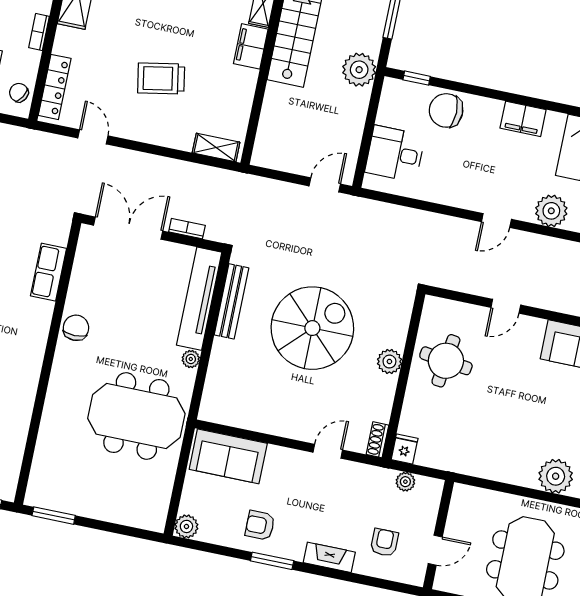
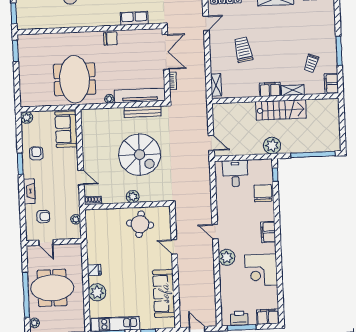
fridge: (405, 449) -> (94, 270), moved

